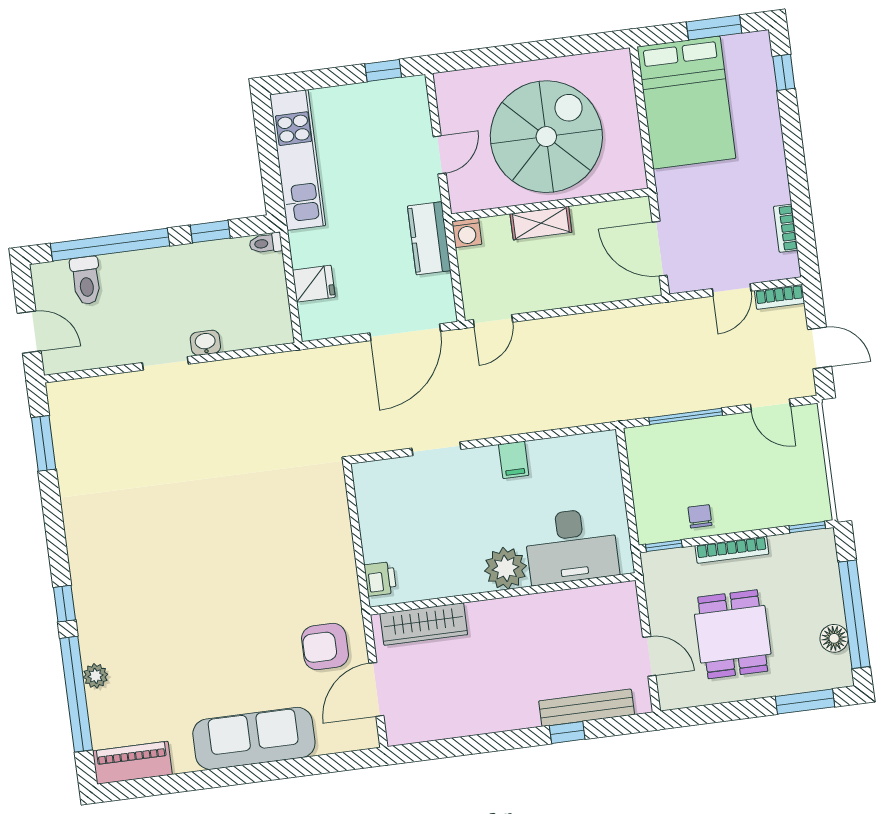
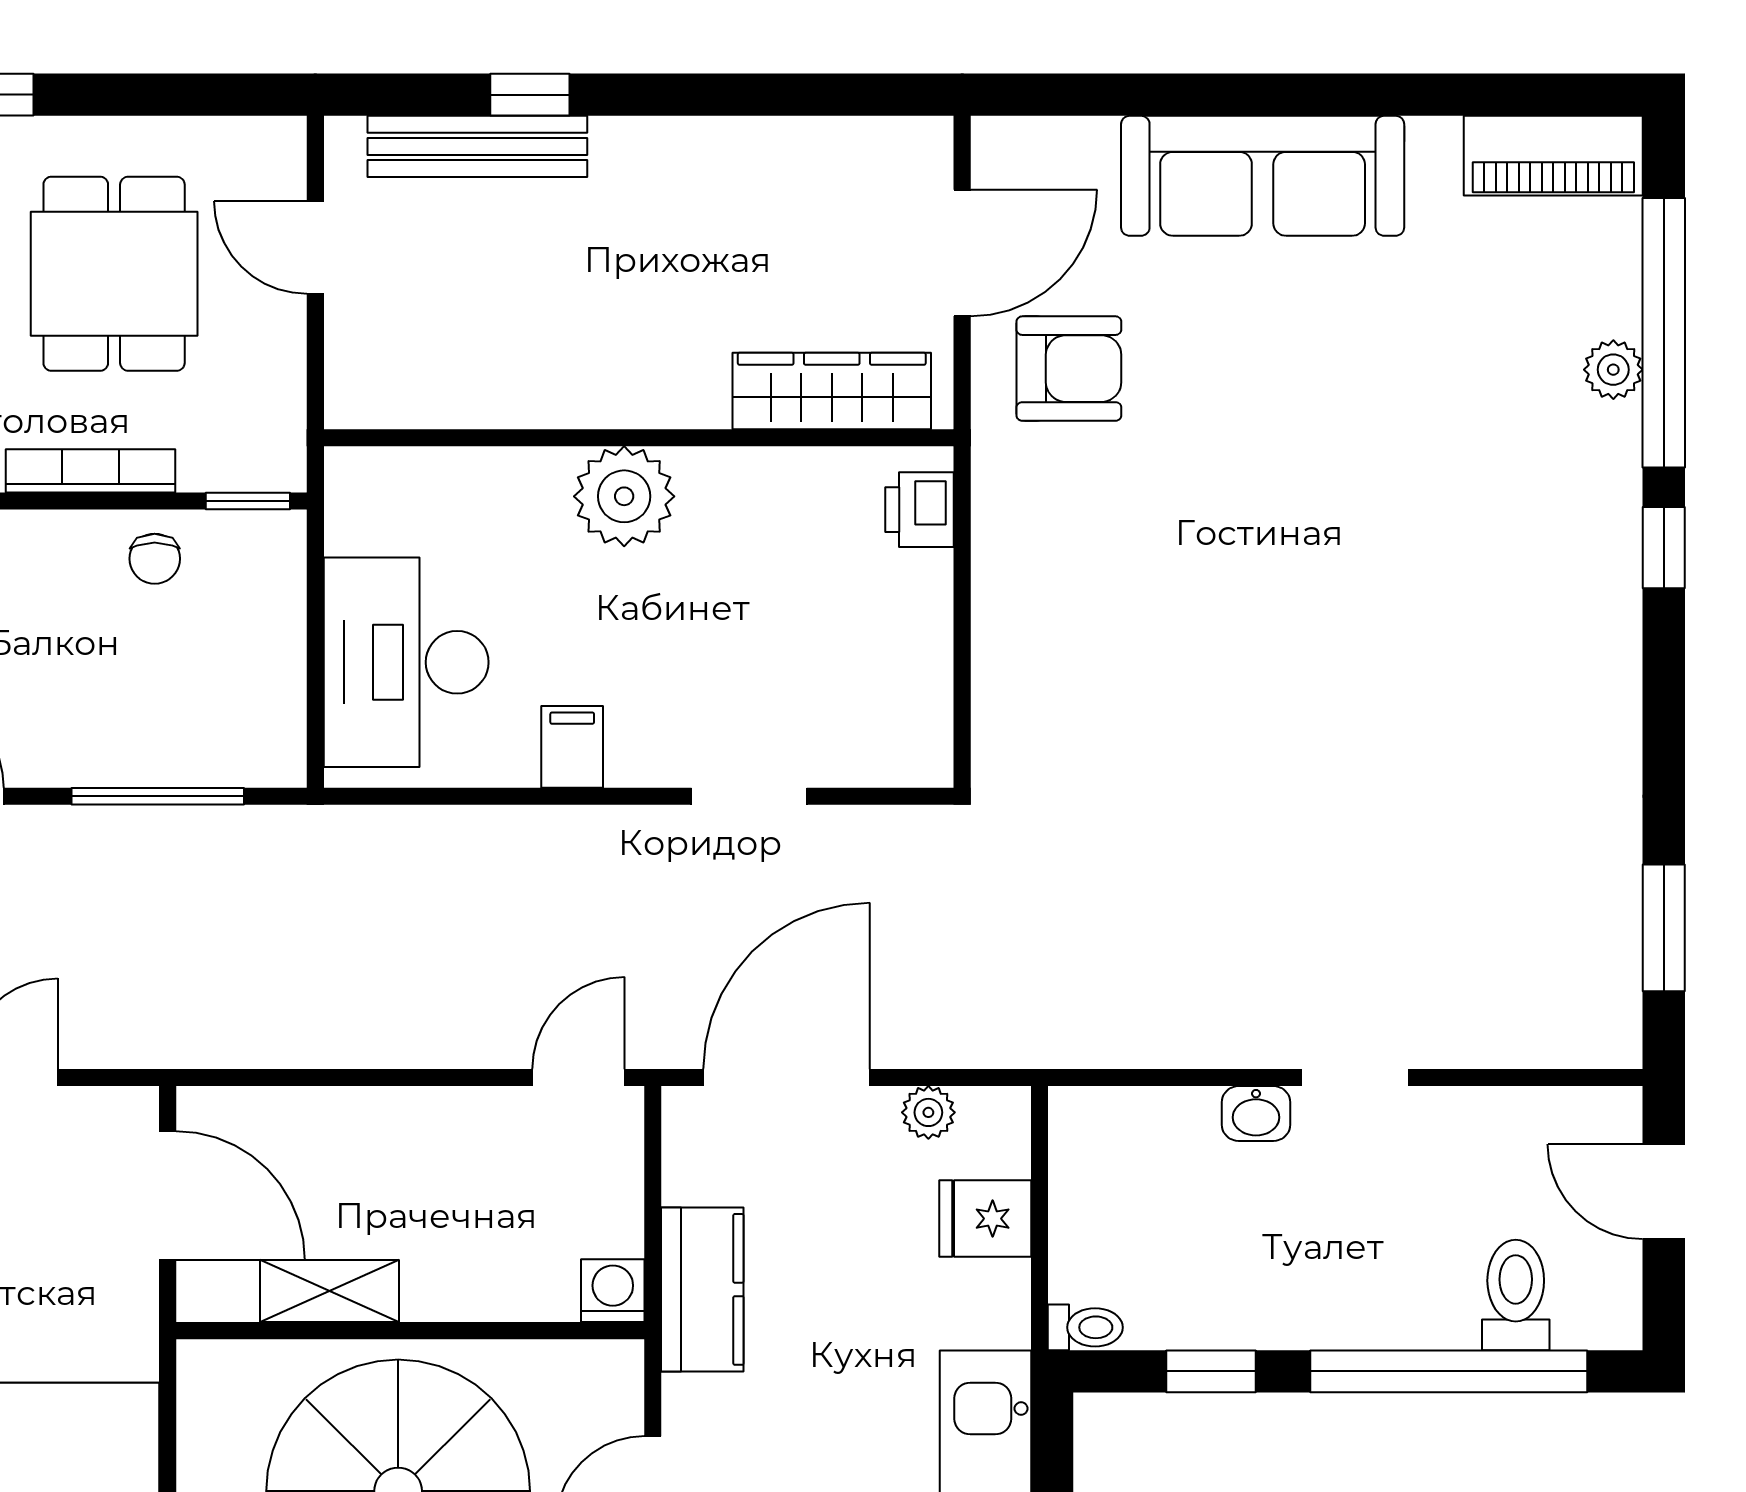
shelving: (541, 223) -> (330, 1291), moved
plant: (344, 325) -> (928, 1112), added
desk: (571, 546) -> (406, 662), moved, turned -90

